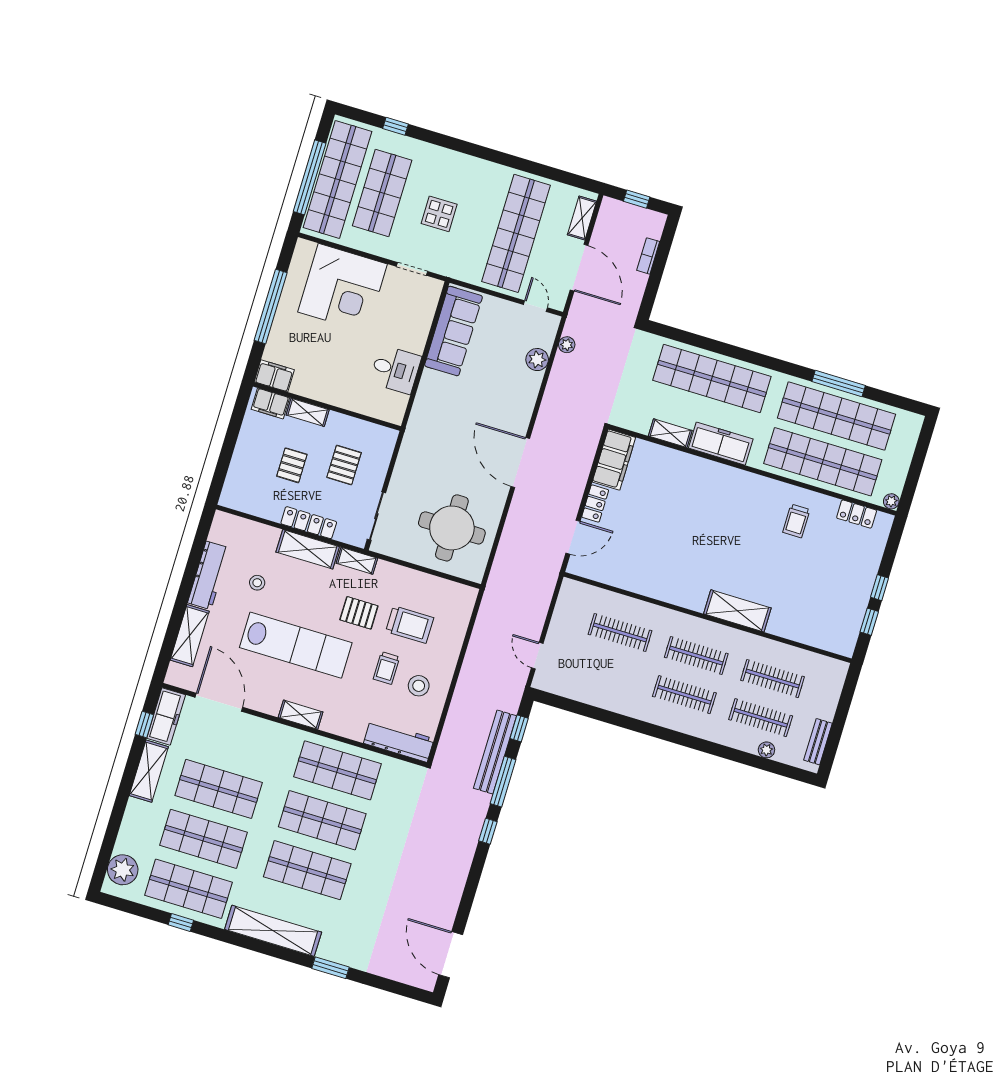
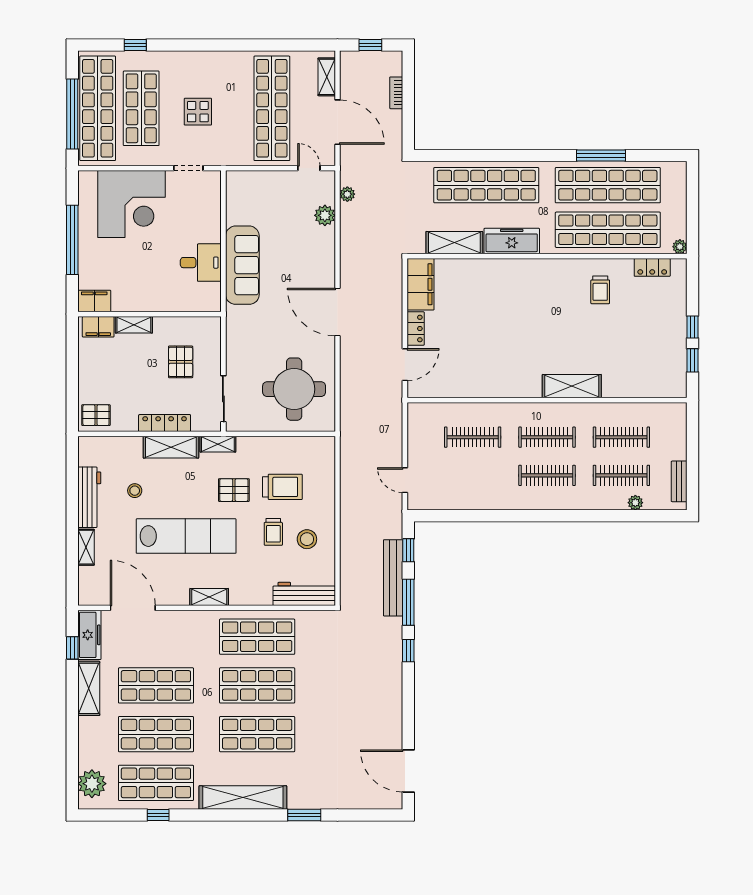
sofa: (453, 331) -> (242, 265), moved
shelving: (670, 433) -> (454, 243), width x1.50, depth x1.33
pallet: (292, 465) -> (96, 415), moved, turned 90
shelving: (190, 636) -> (86, 547), width x0.67, depth x0.75

